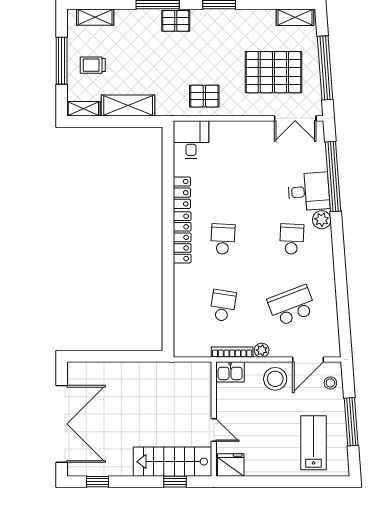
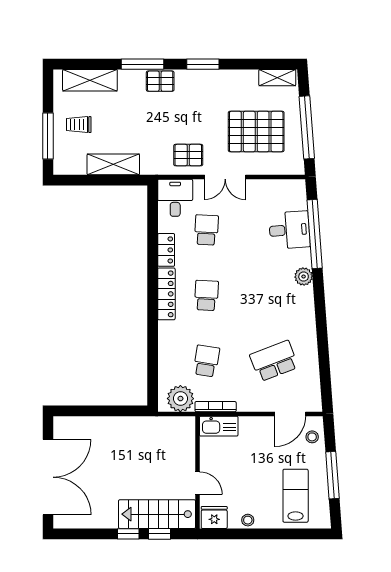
shelving: (95, 17) -> (90, 80), width x1.50, depth x1.33
window: (62, 61) -> (48, 136), moved
shelving: (83, 109) -> (69, 168), removed
double door: (295, 118) -> (225, 177), moved
desk: (309, 192) -> (289, 230), moved
school desk: (292, 239) -> (206, 230), moved
plant: (262, 350) -> (180, 399), moved, width x1.88, depth x1.88
kitchen sink: (230, 372) -> (219, 426), width x1.38
stool: (275, 379) -> (248, 520), moved, width x0.53, depth x0.53
window: (97, 482) -> (128, 534), moved

